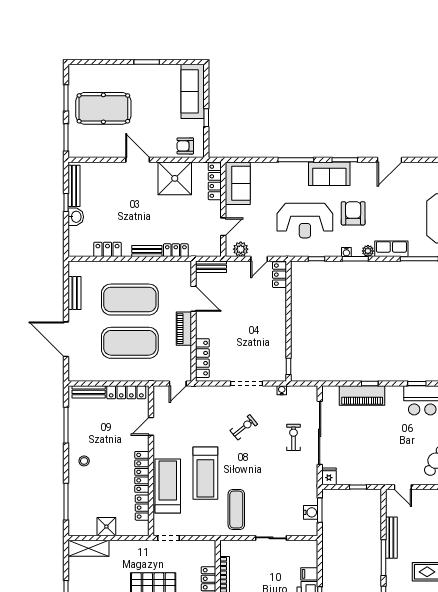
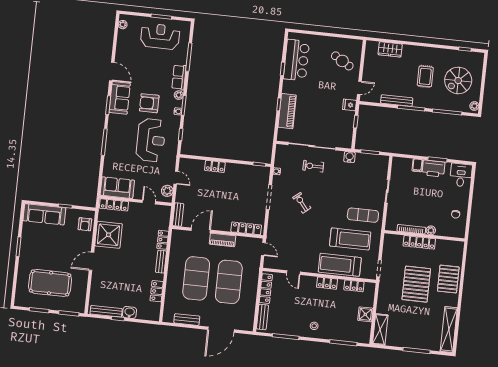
pool table: (103, 108) -> (50, 283), turned 90
sofa: (329, 174) -> (120, 98), moved
locker: (279, 275) -> (215, 166), moved
locker: (142, 472) -> (327, 283), width x0.66
treadmill: (205, 473) -> (350, 239), moved
fridge: (329, 476) -> (349, 105), moved
water cooler: (311, 512) -> (349, 157), moved

